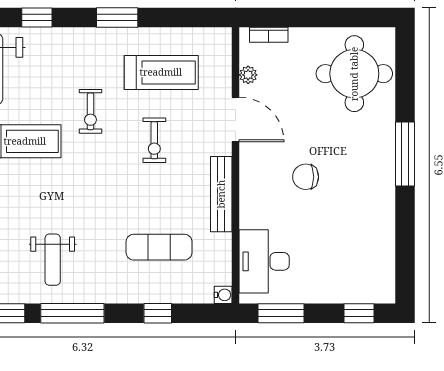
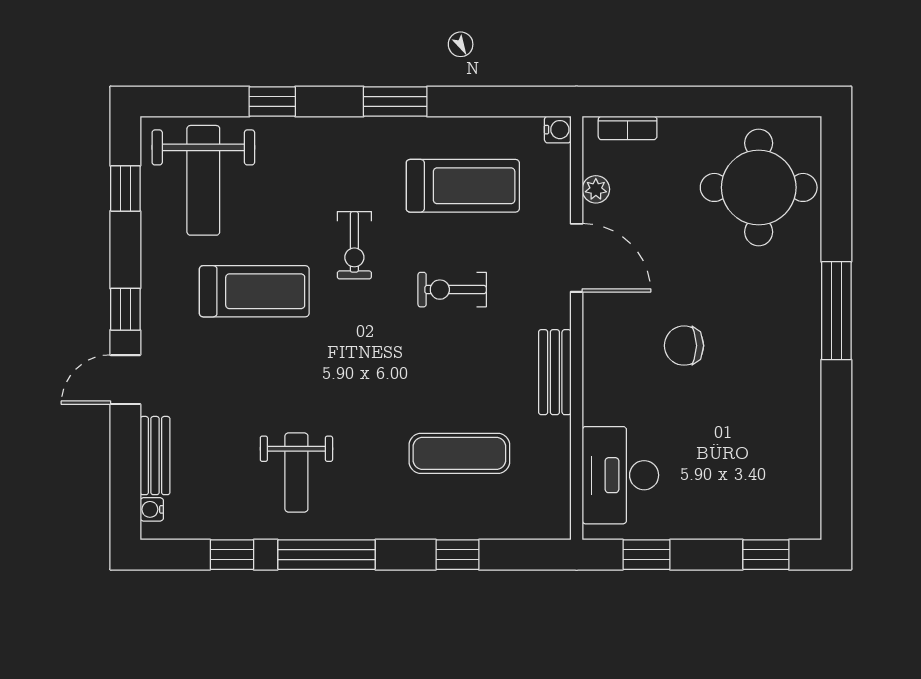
exercise bike: (154, 140) -> (452, 290), turned 90
bench: (221, 194) -> (555, 372), width x0.73
water cooler: (223, 295) -> (558, 130), moved
window: (281, 313) -> (646, 555), width x0.67

